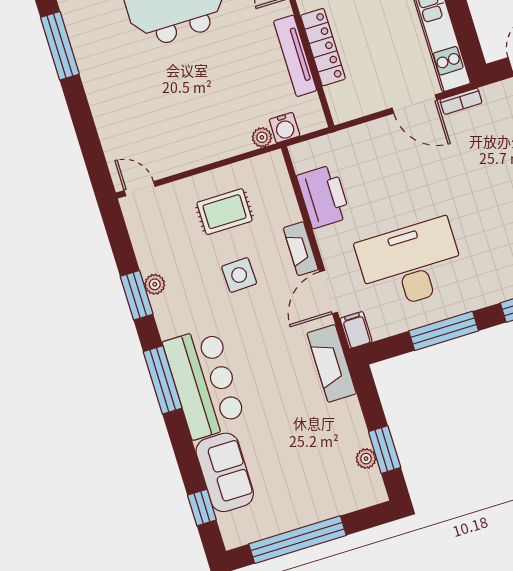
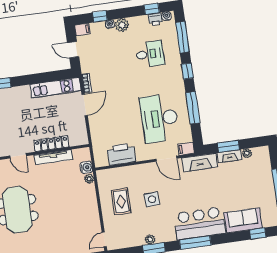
fireplace: (301, 249) -> (229, 156), moved
window: (385, 450) -> (228, 146), moved

